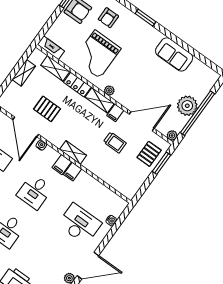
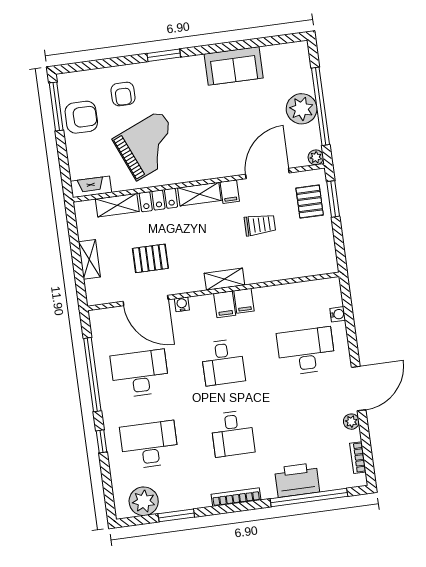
grand piano: (97, 54) -> (149, 146), turned -113
shelving: (24, 73) -> (89, 259), moved
plant: (109, 90) -> (200, 173), removed

